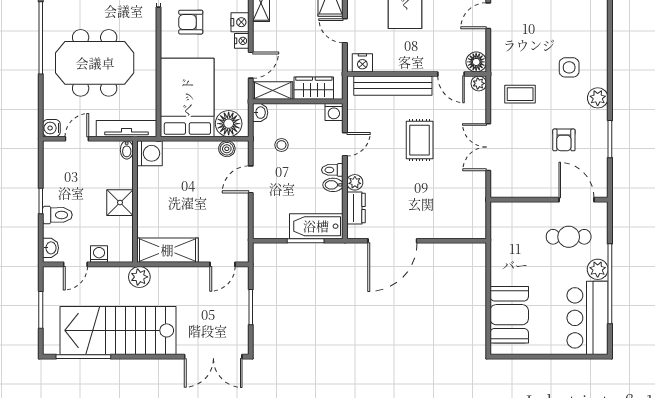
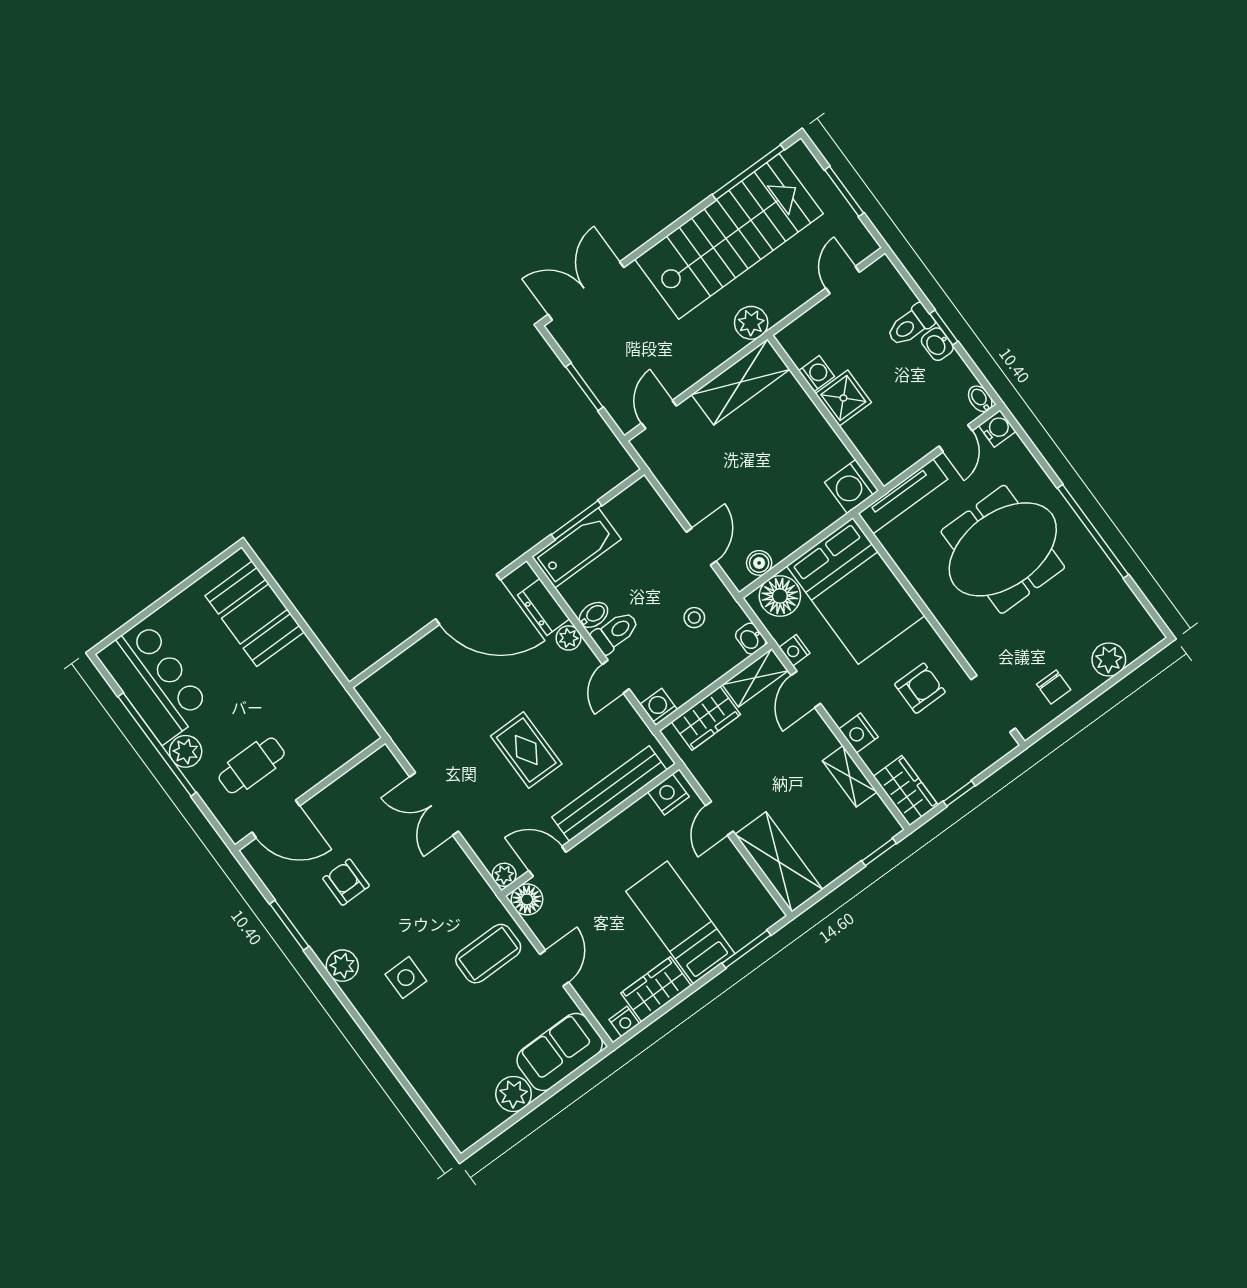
door: (345, 31) -> (719, 818), swing flipped
nightstand: (242, 41) -> (795, 650), moved
coffee table: (520, 94) -> (488, 954), moved, width x1.36, depth x1.30
double door: (488, 147) -> (434, 804), swing flipped
bidet: (127, 150) -> (980, 399), moved
toilet: (332, 170) -> (615, 632), width x1.37, depth x1.39
door: (392, 241) -> (468, 599), swing flipped
washbasin: (51, 248) -> (937, 344), moved
washing machine: (99, 254) -> (817, 374), moved, turned -90

